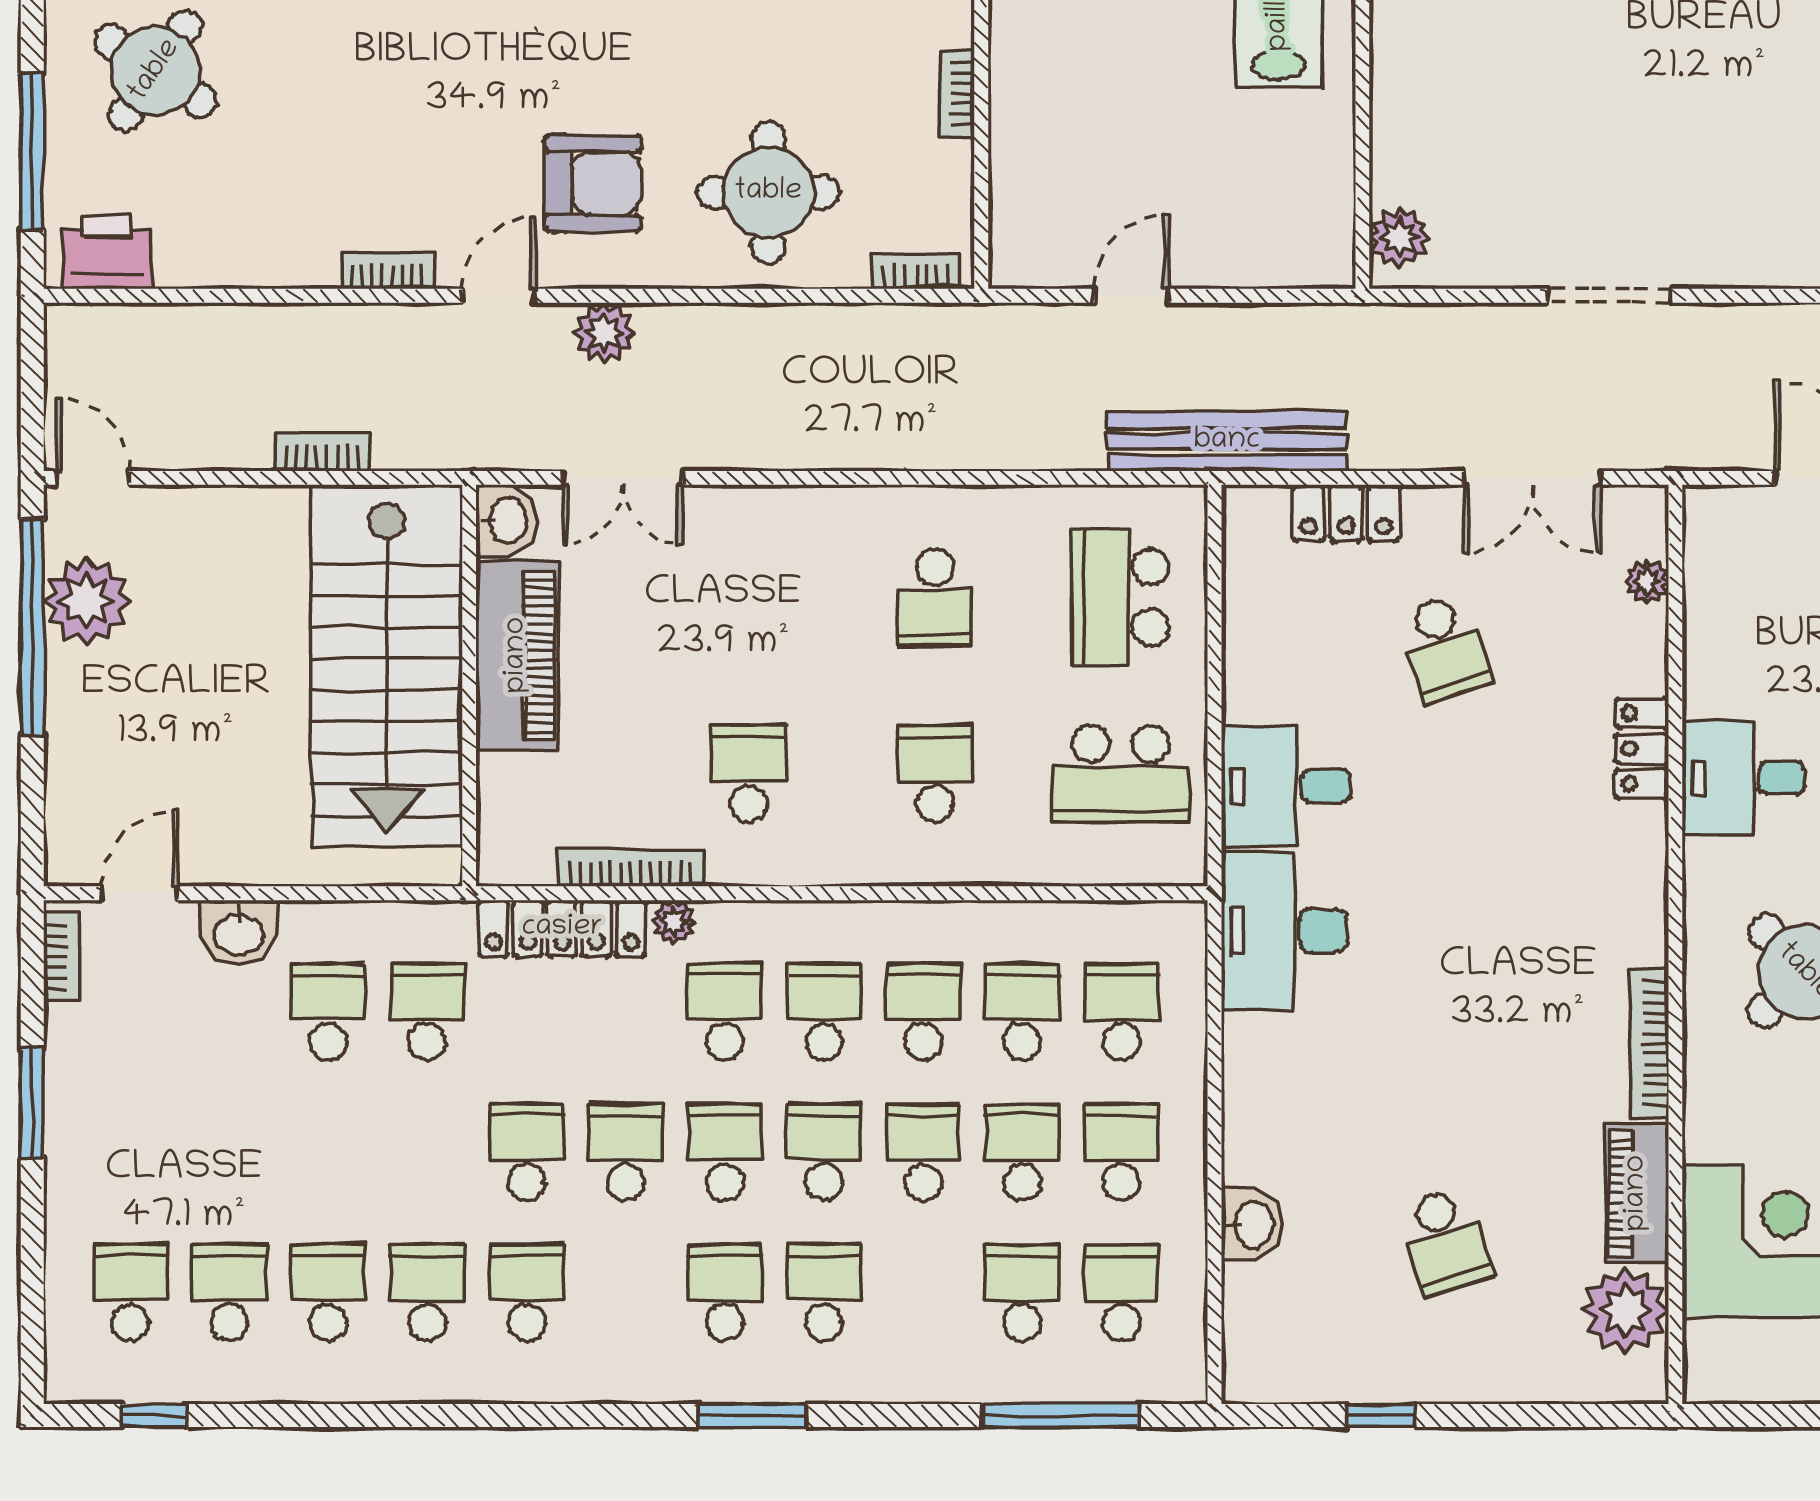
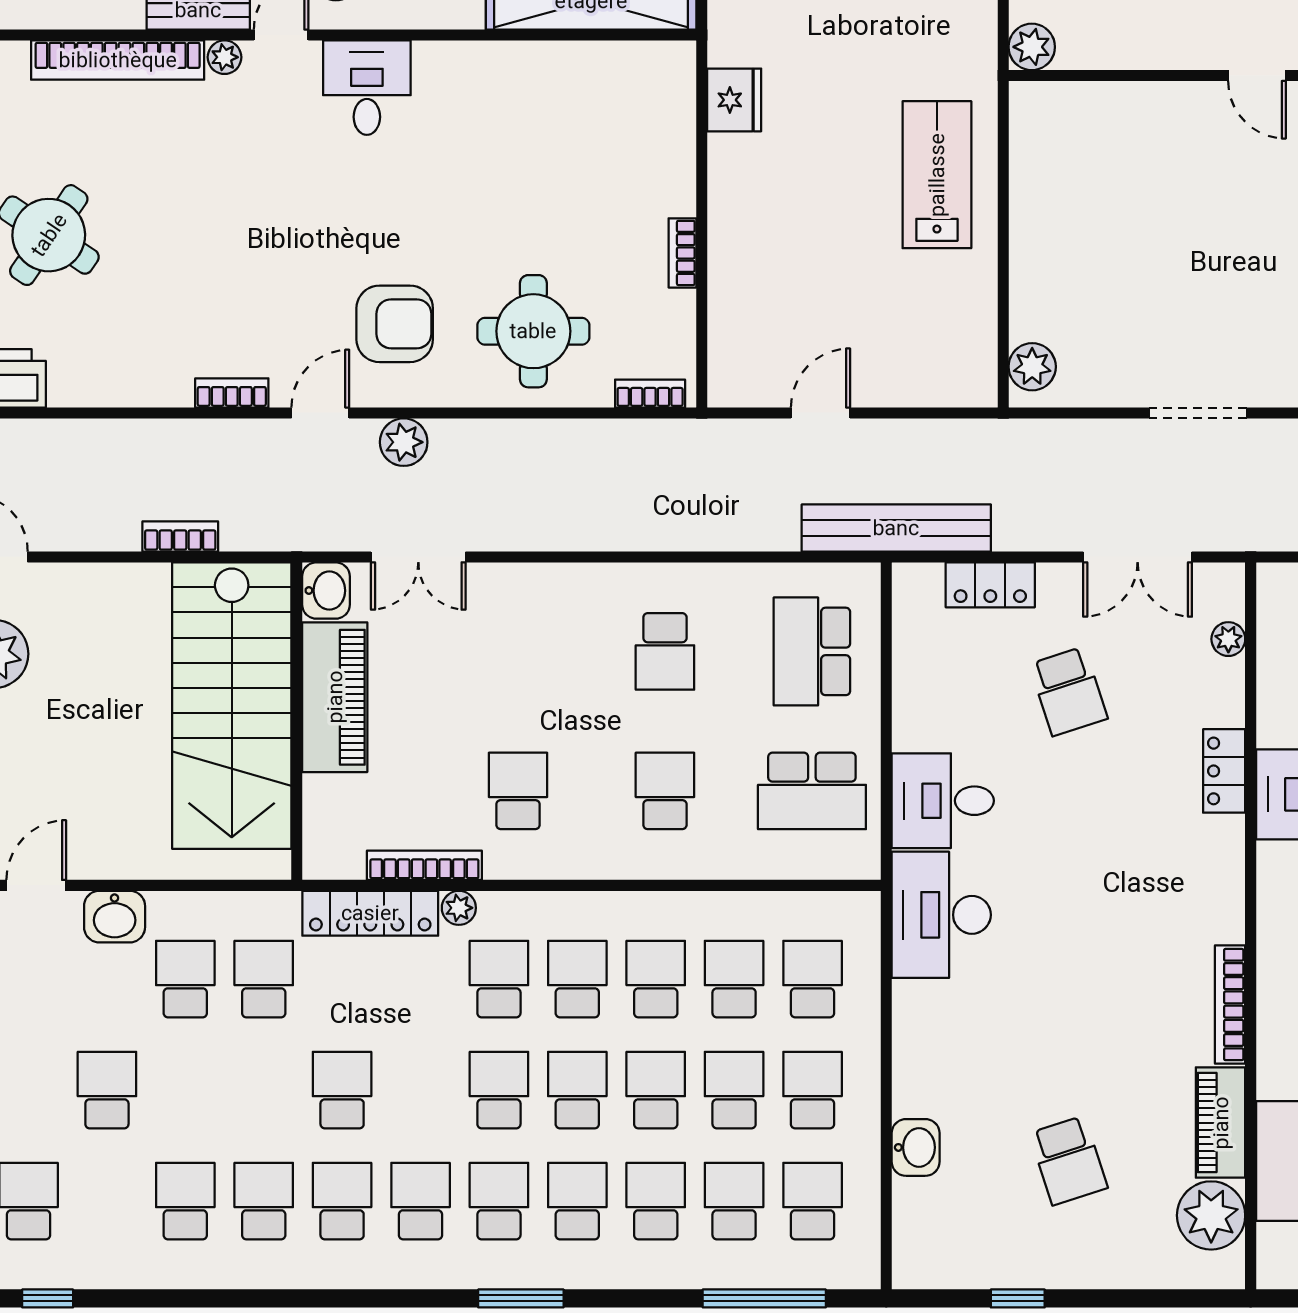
school desk: (626, 1152) -> (421, 1201), moved
school desk: (229, 1292) -> (107, 1090), moved
school desk: (923, 1292) -> (656, 1201), added

